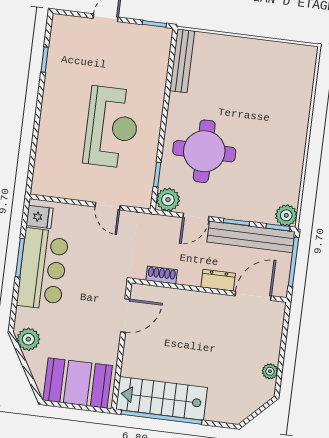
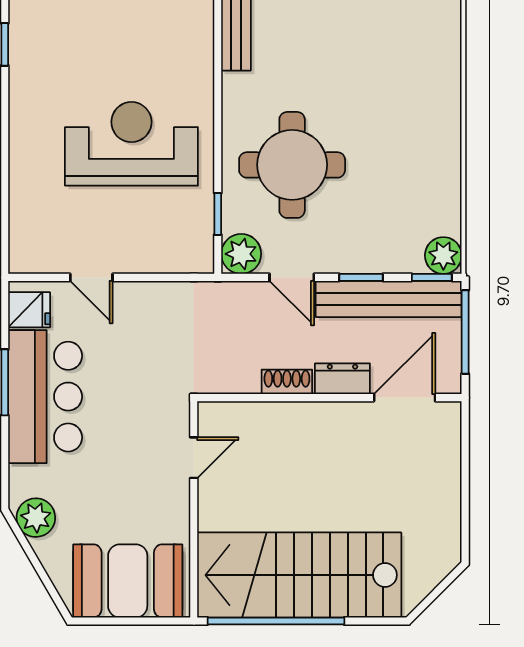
reception desk: (112, 127) -> (131, 144), turned -90
door: (108, 206) -> (91, 277), moved
door: (196, 217) -> (292, 277), hinge flipped
shoe rack: (162, 275) -> (287, 382), moved
door: (125, 316) -> (194, 458), width x0.73
plant: (270, 371) -> (449, 521), removed
stairs: (162, 398) -> (299, 575), width x1.36, depth x1.51

